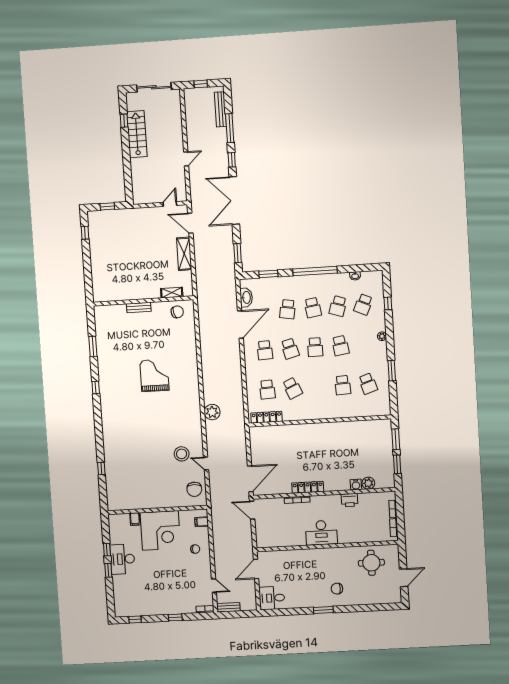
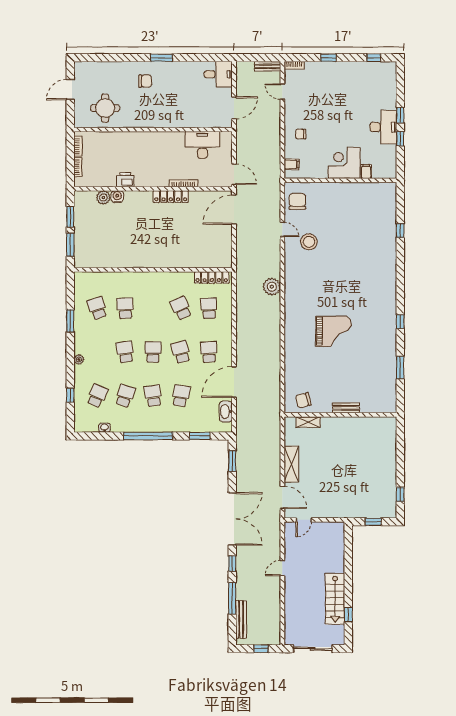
grand piano: (154, 375) -> (333, 331), turned -90
corner desk: (160, 530) -> (344, 163), width x0.74, depth x0.74
desk: (321, 533) -> (202, 145), moved

